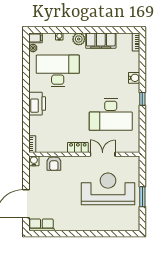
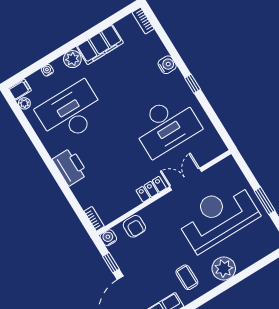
window: (26, 177) -> (111, 263), added
coffee table: (67, 214) -> (187, 277), added
plant: (92, 223) -> (224, 268), added

